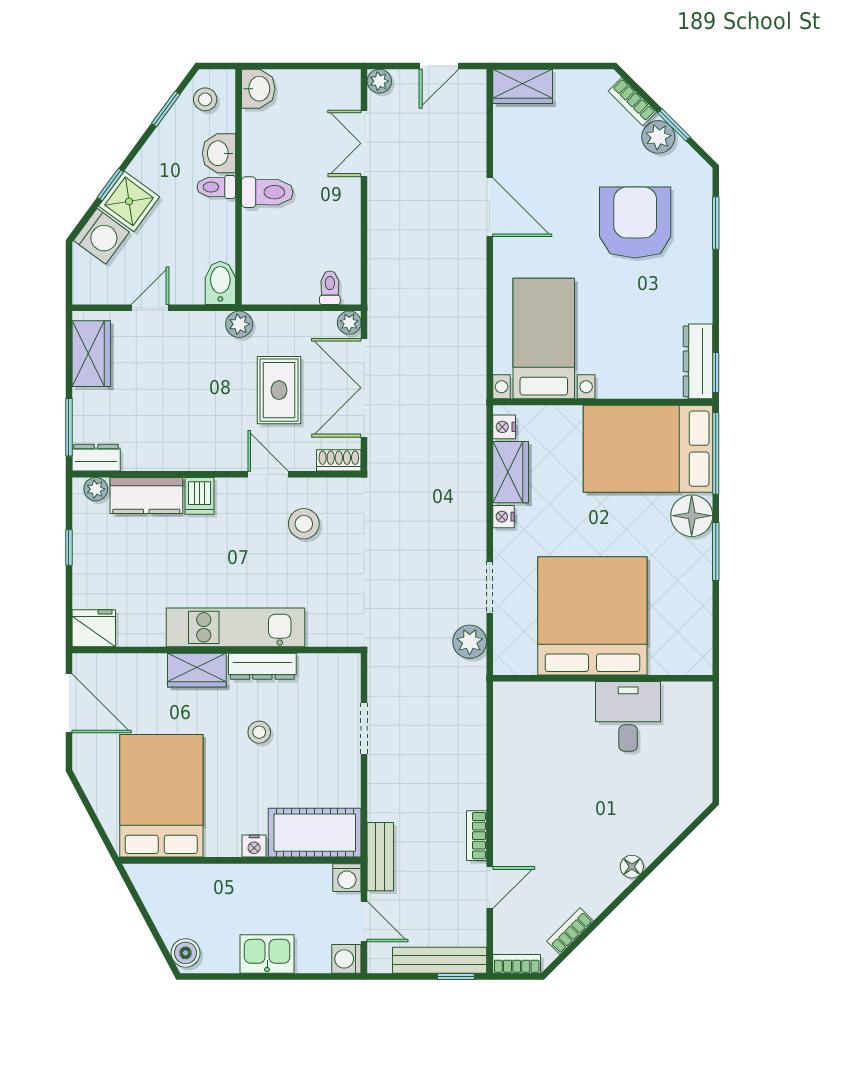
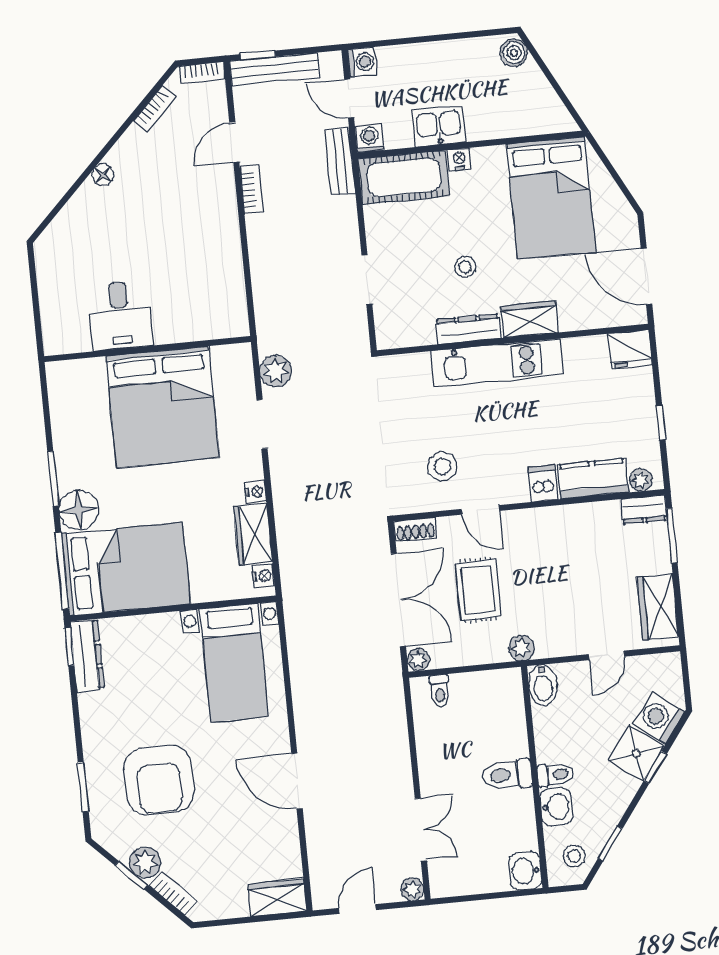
kitchen sink: (267, 954) -> (439, 126), moved, turned 180

